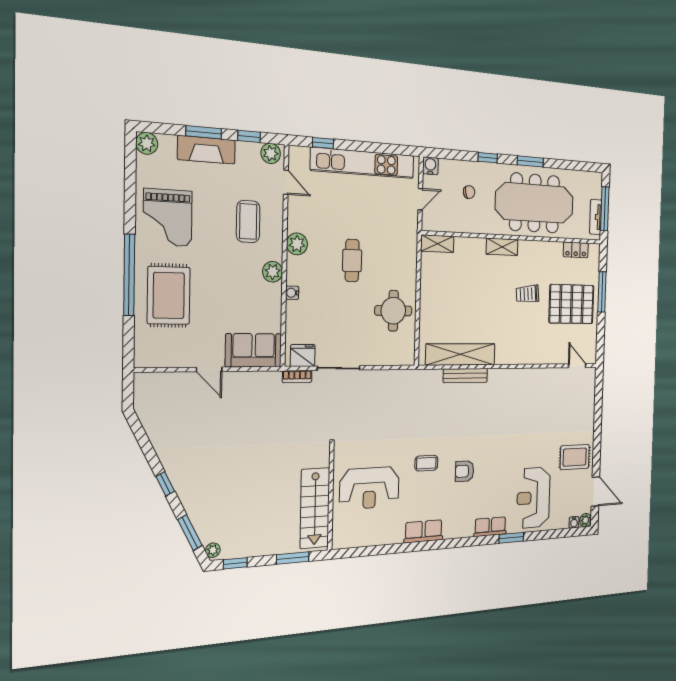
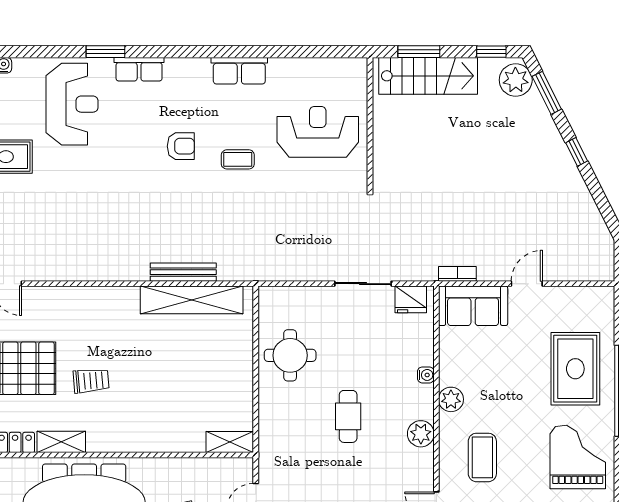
shelving: (502, 247) -> (61, 442), moved
door: (209, 369) -> (527, 284), hinge flipped
bookcase: (297, 377) -> (457, 274), moved
stairs: (315, 508) -> (428, 76), moved, turned 90
plant: (213, 550) -> (516, 80), width x1.87, depth x1.87

